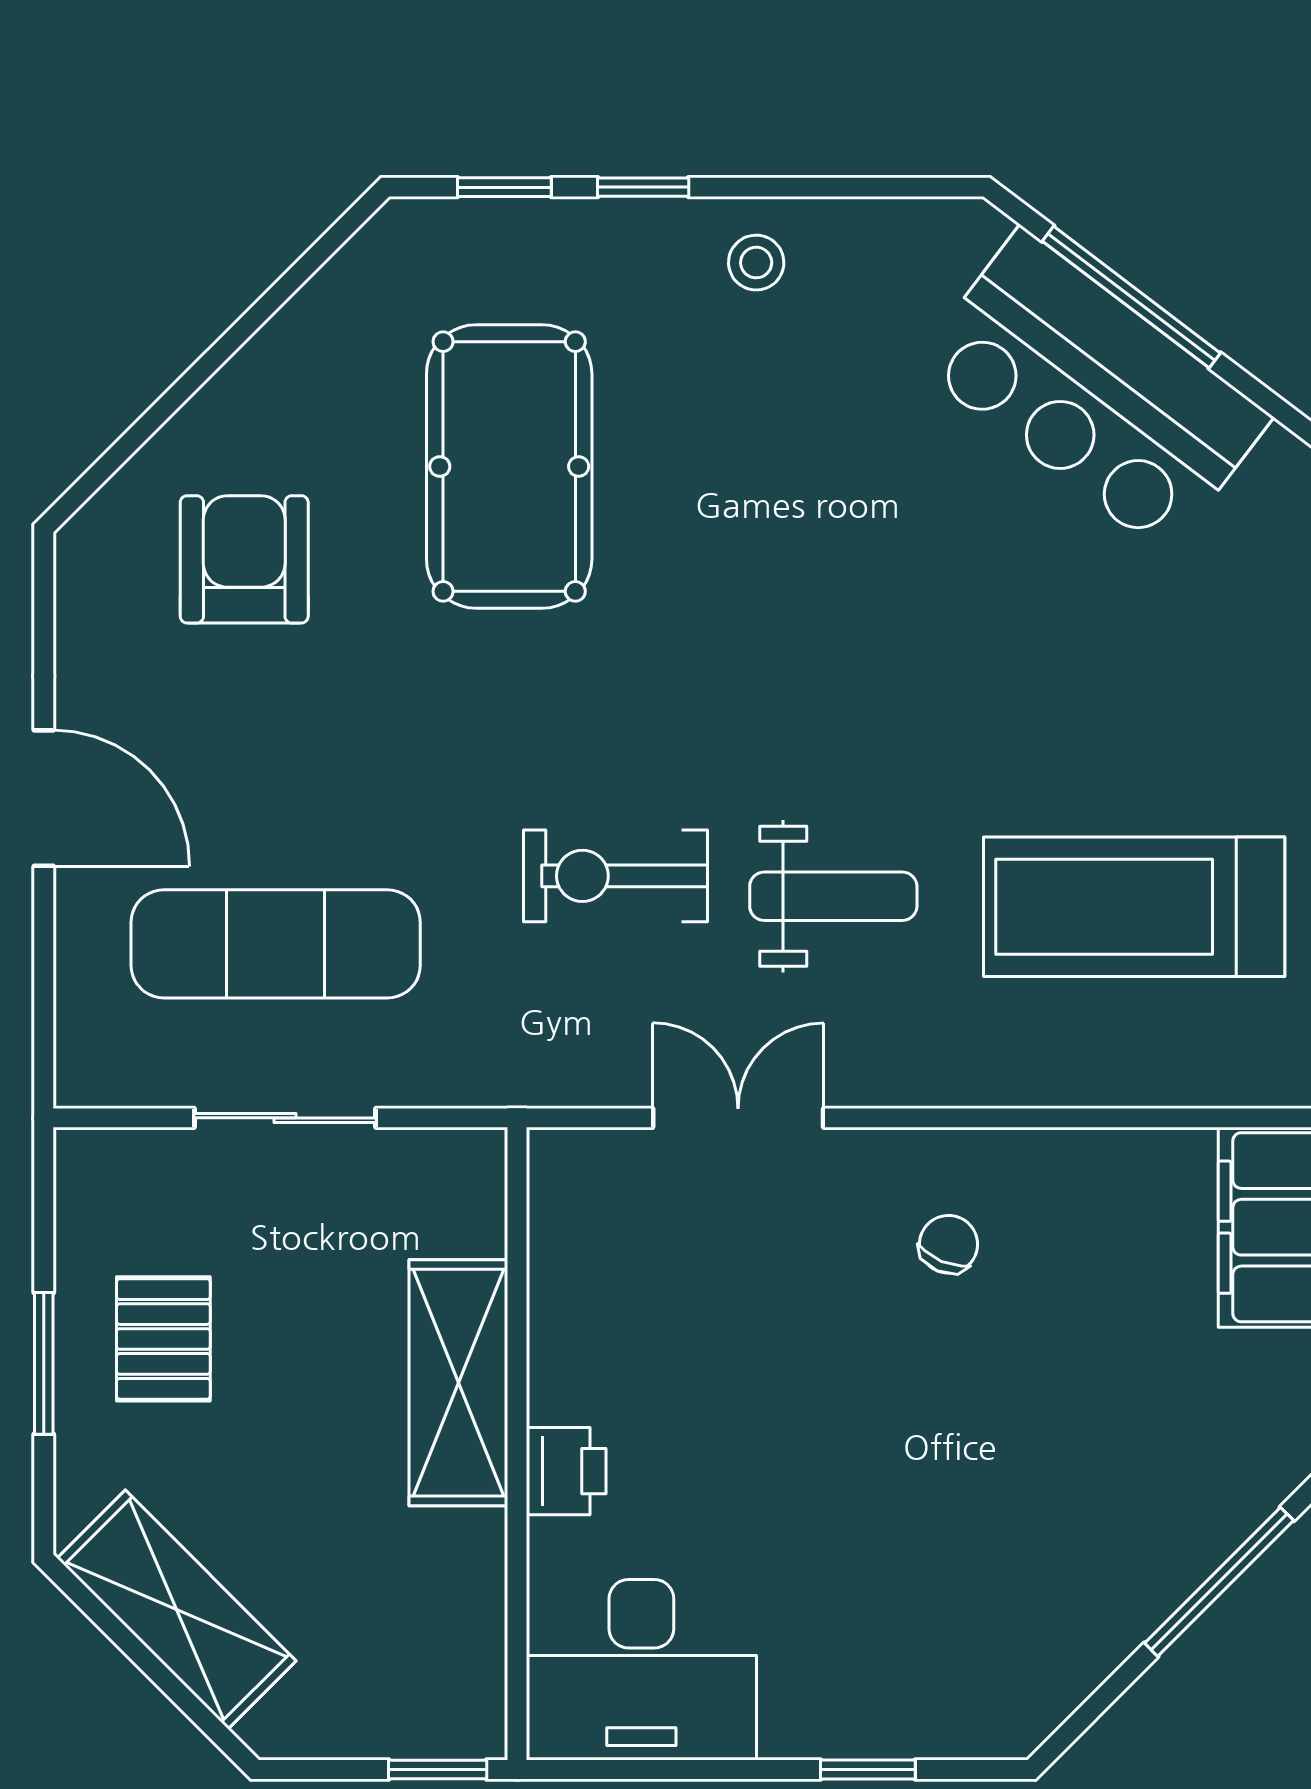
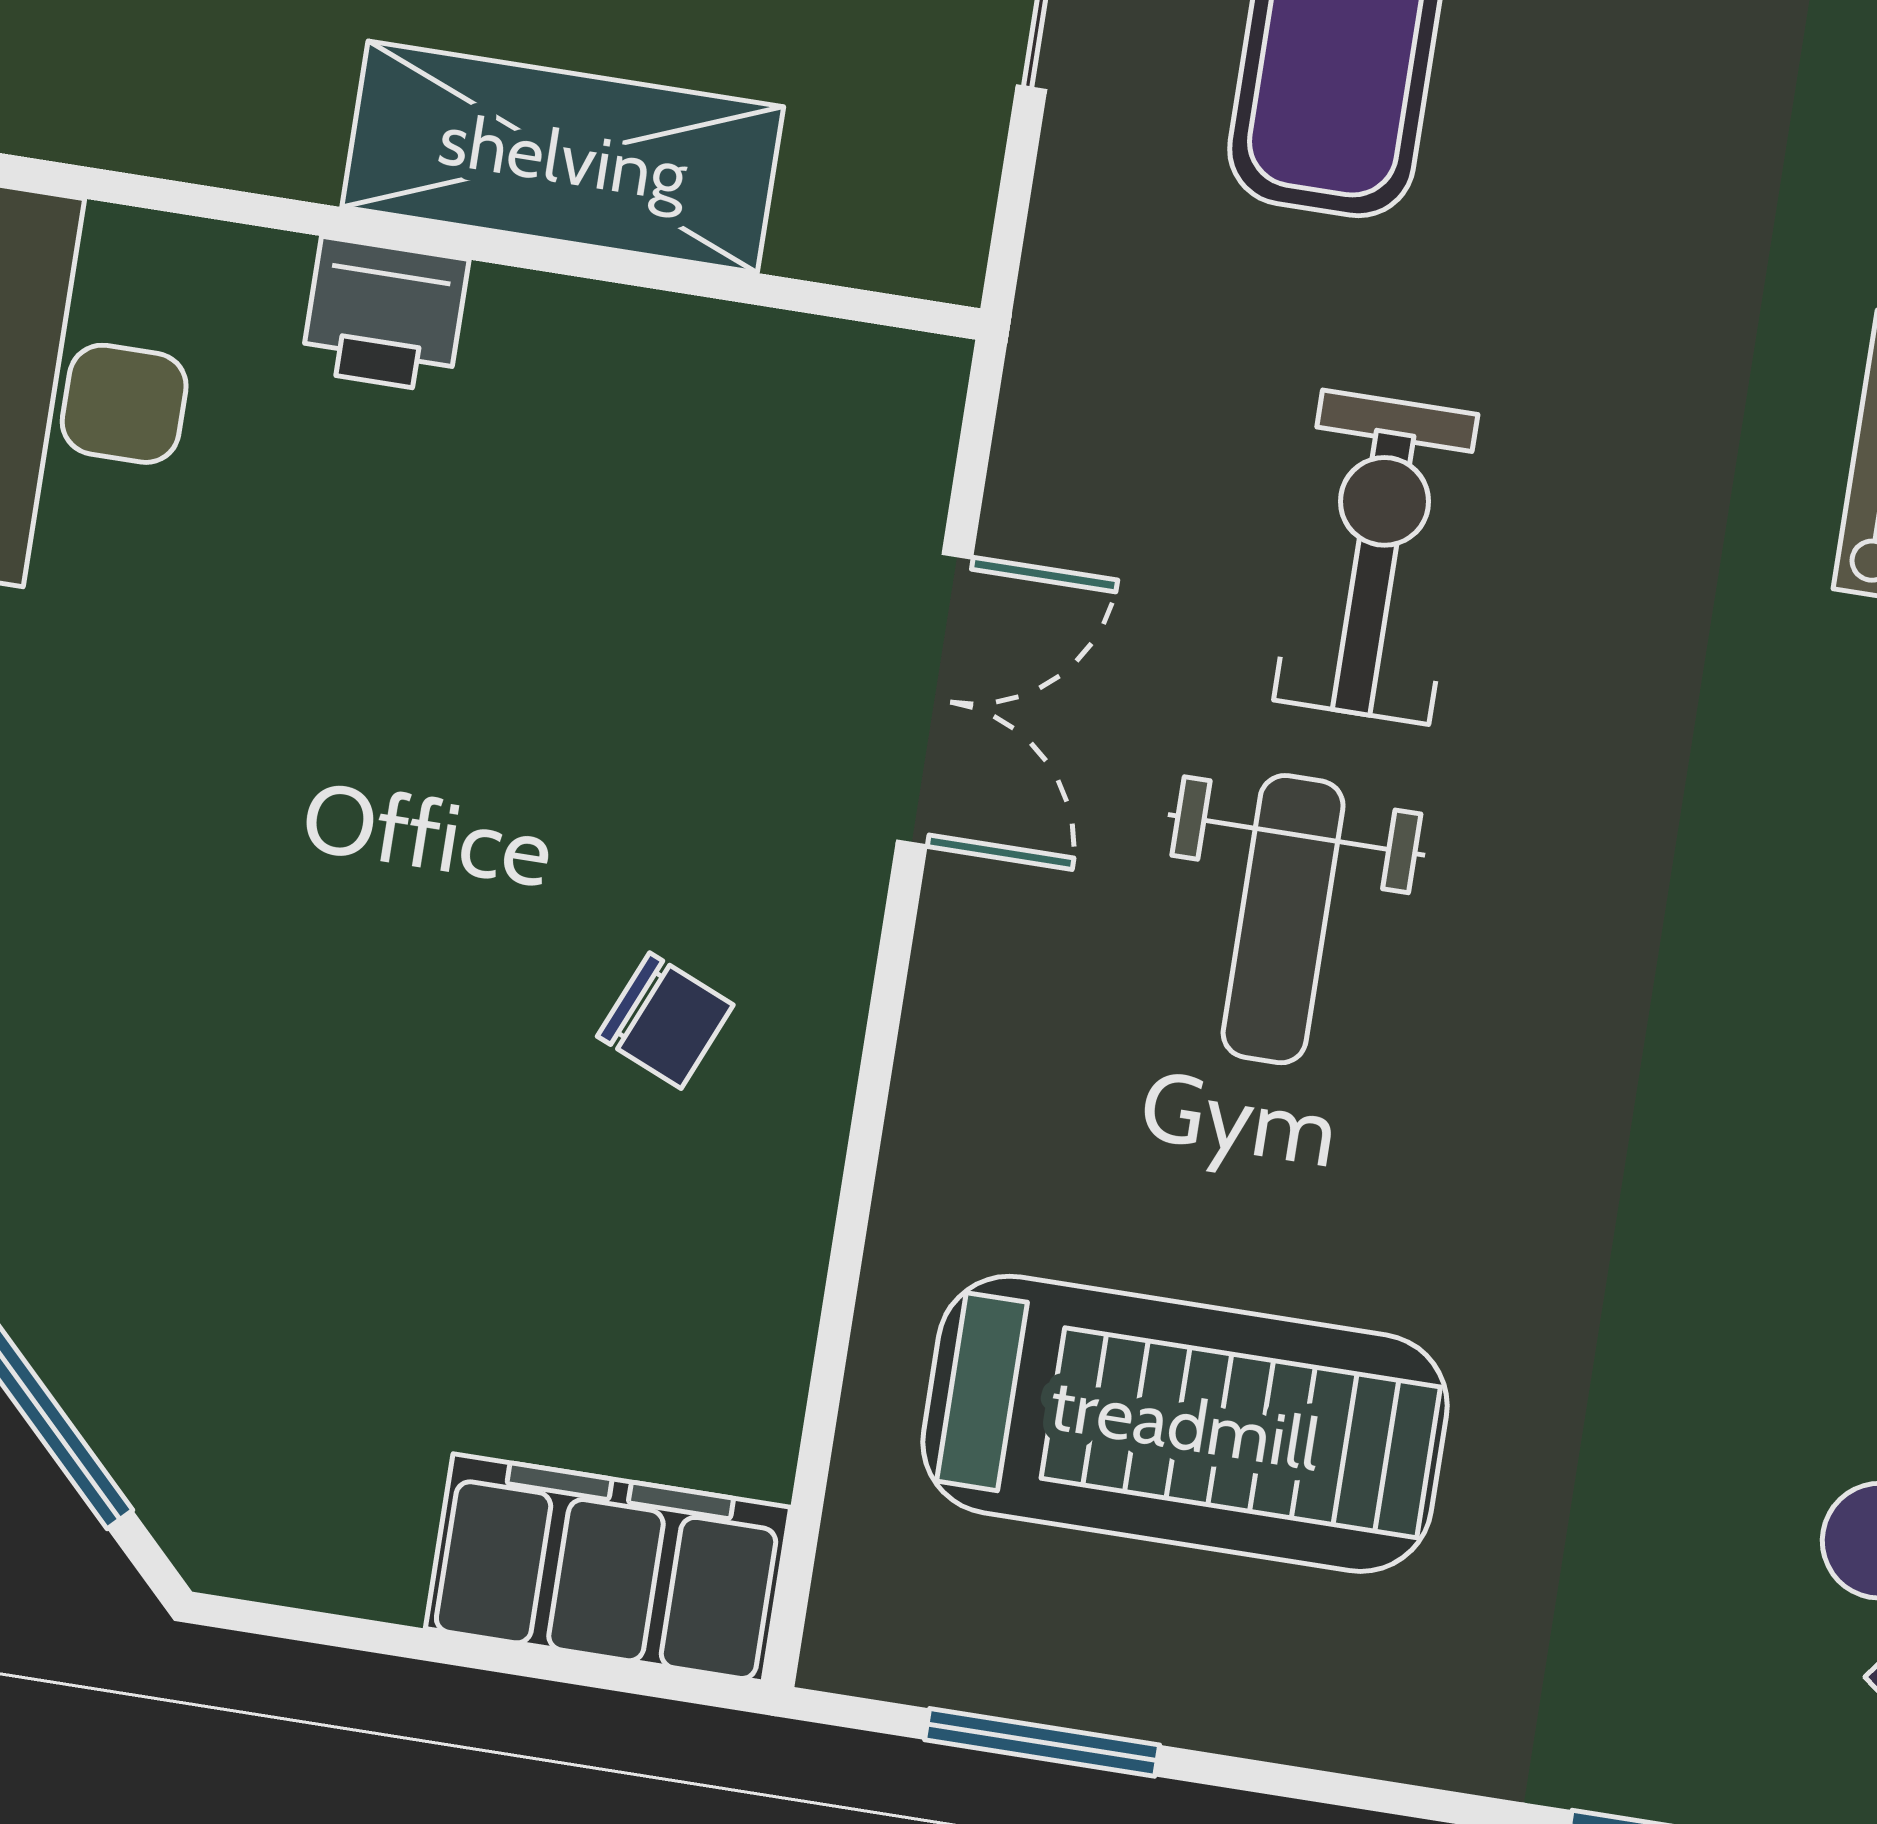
treadmill: (1134, 907) -> (1185, 1424), turned 90

